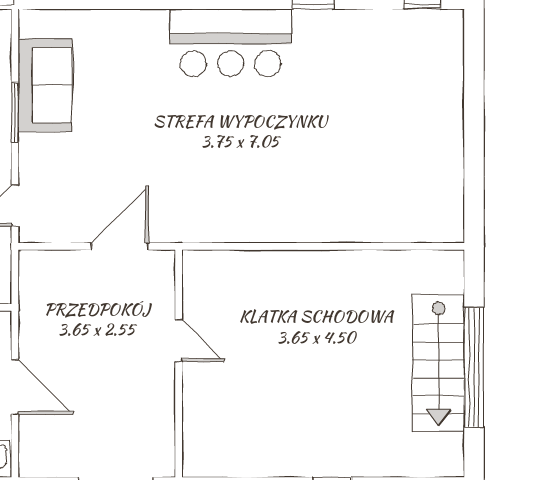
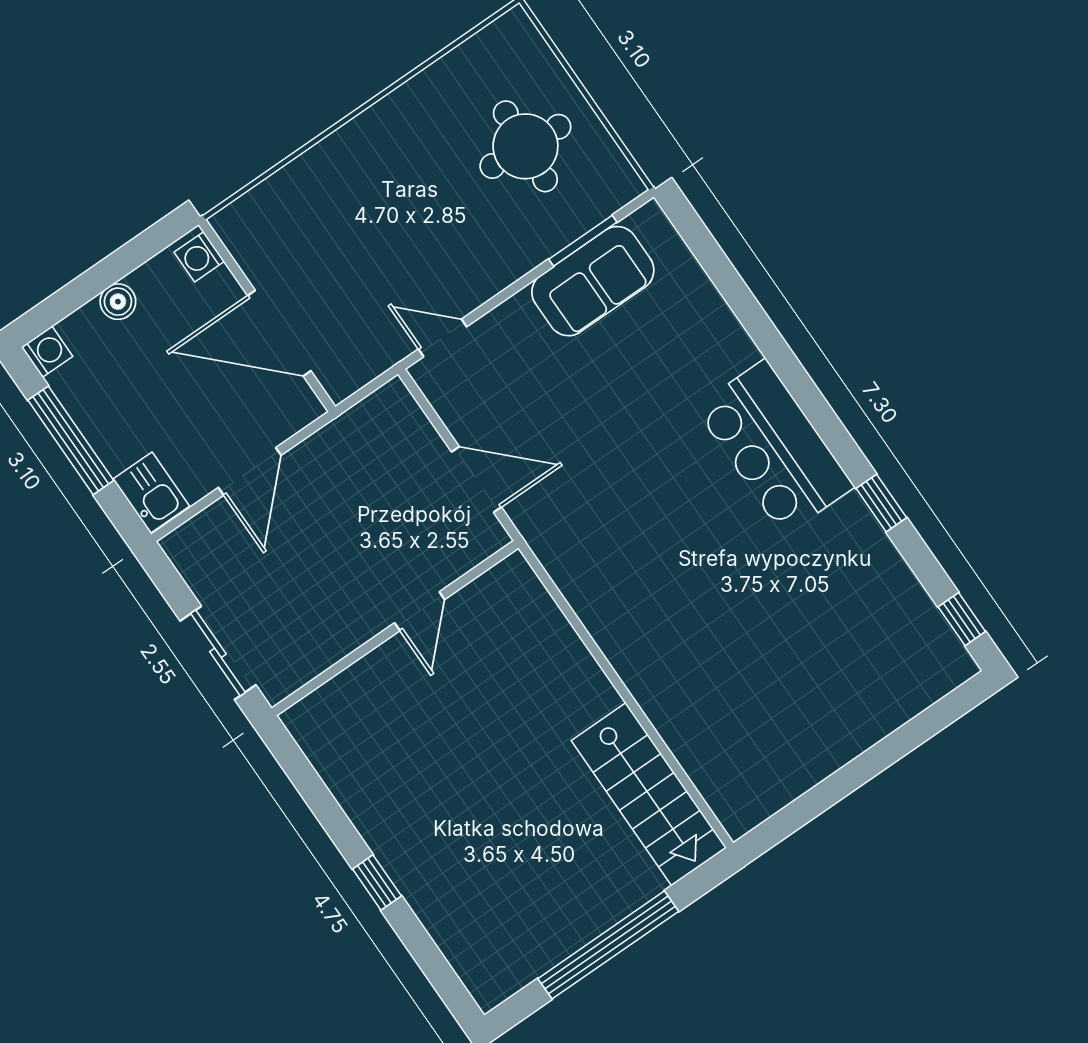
window: (15, 112) -> (583, 241), moved
stairs: (438, 363) -> (649, 794), moved, turned -90

